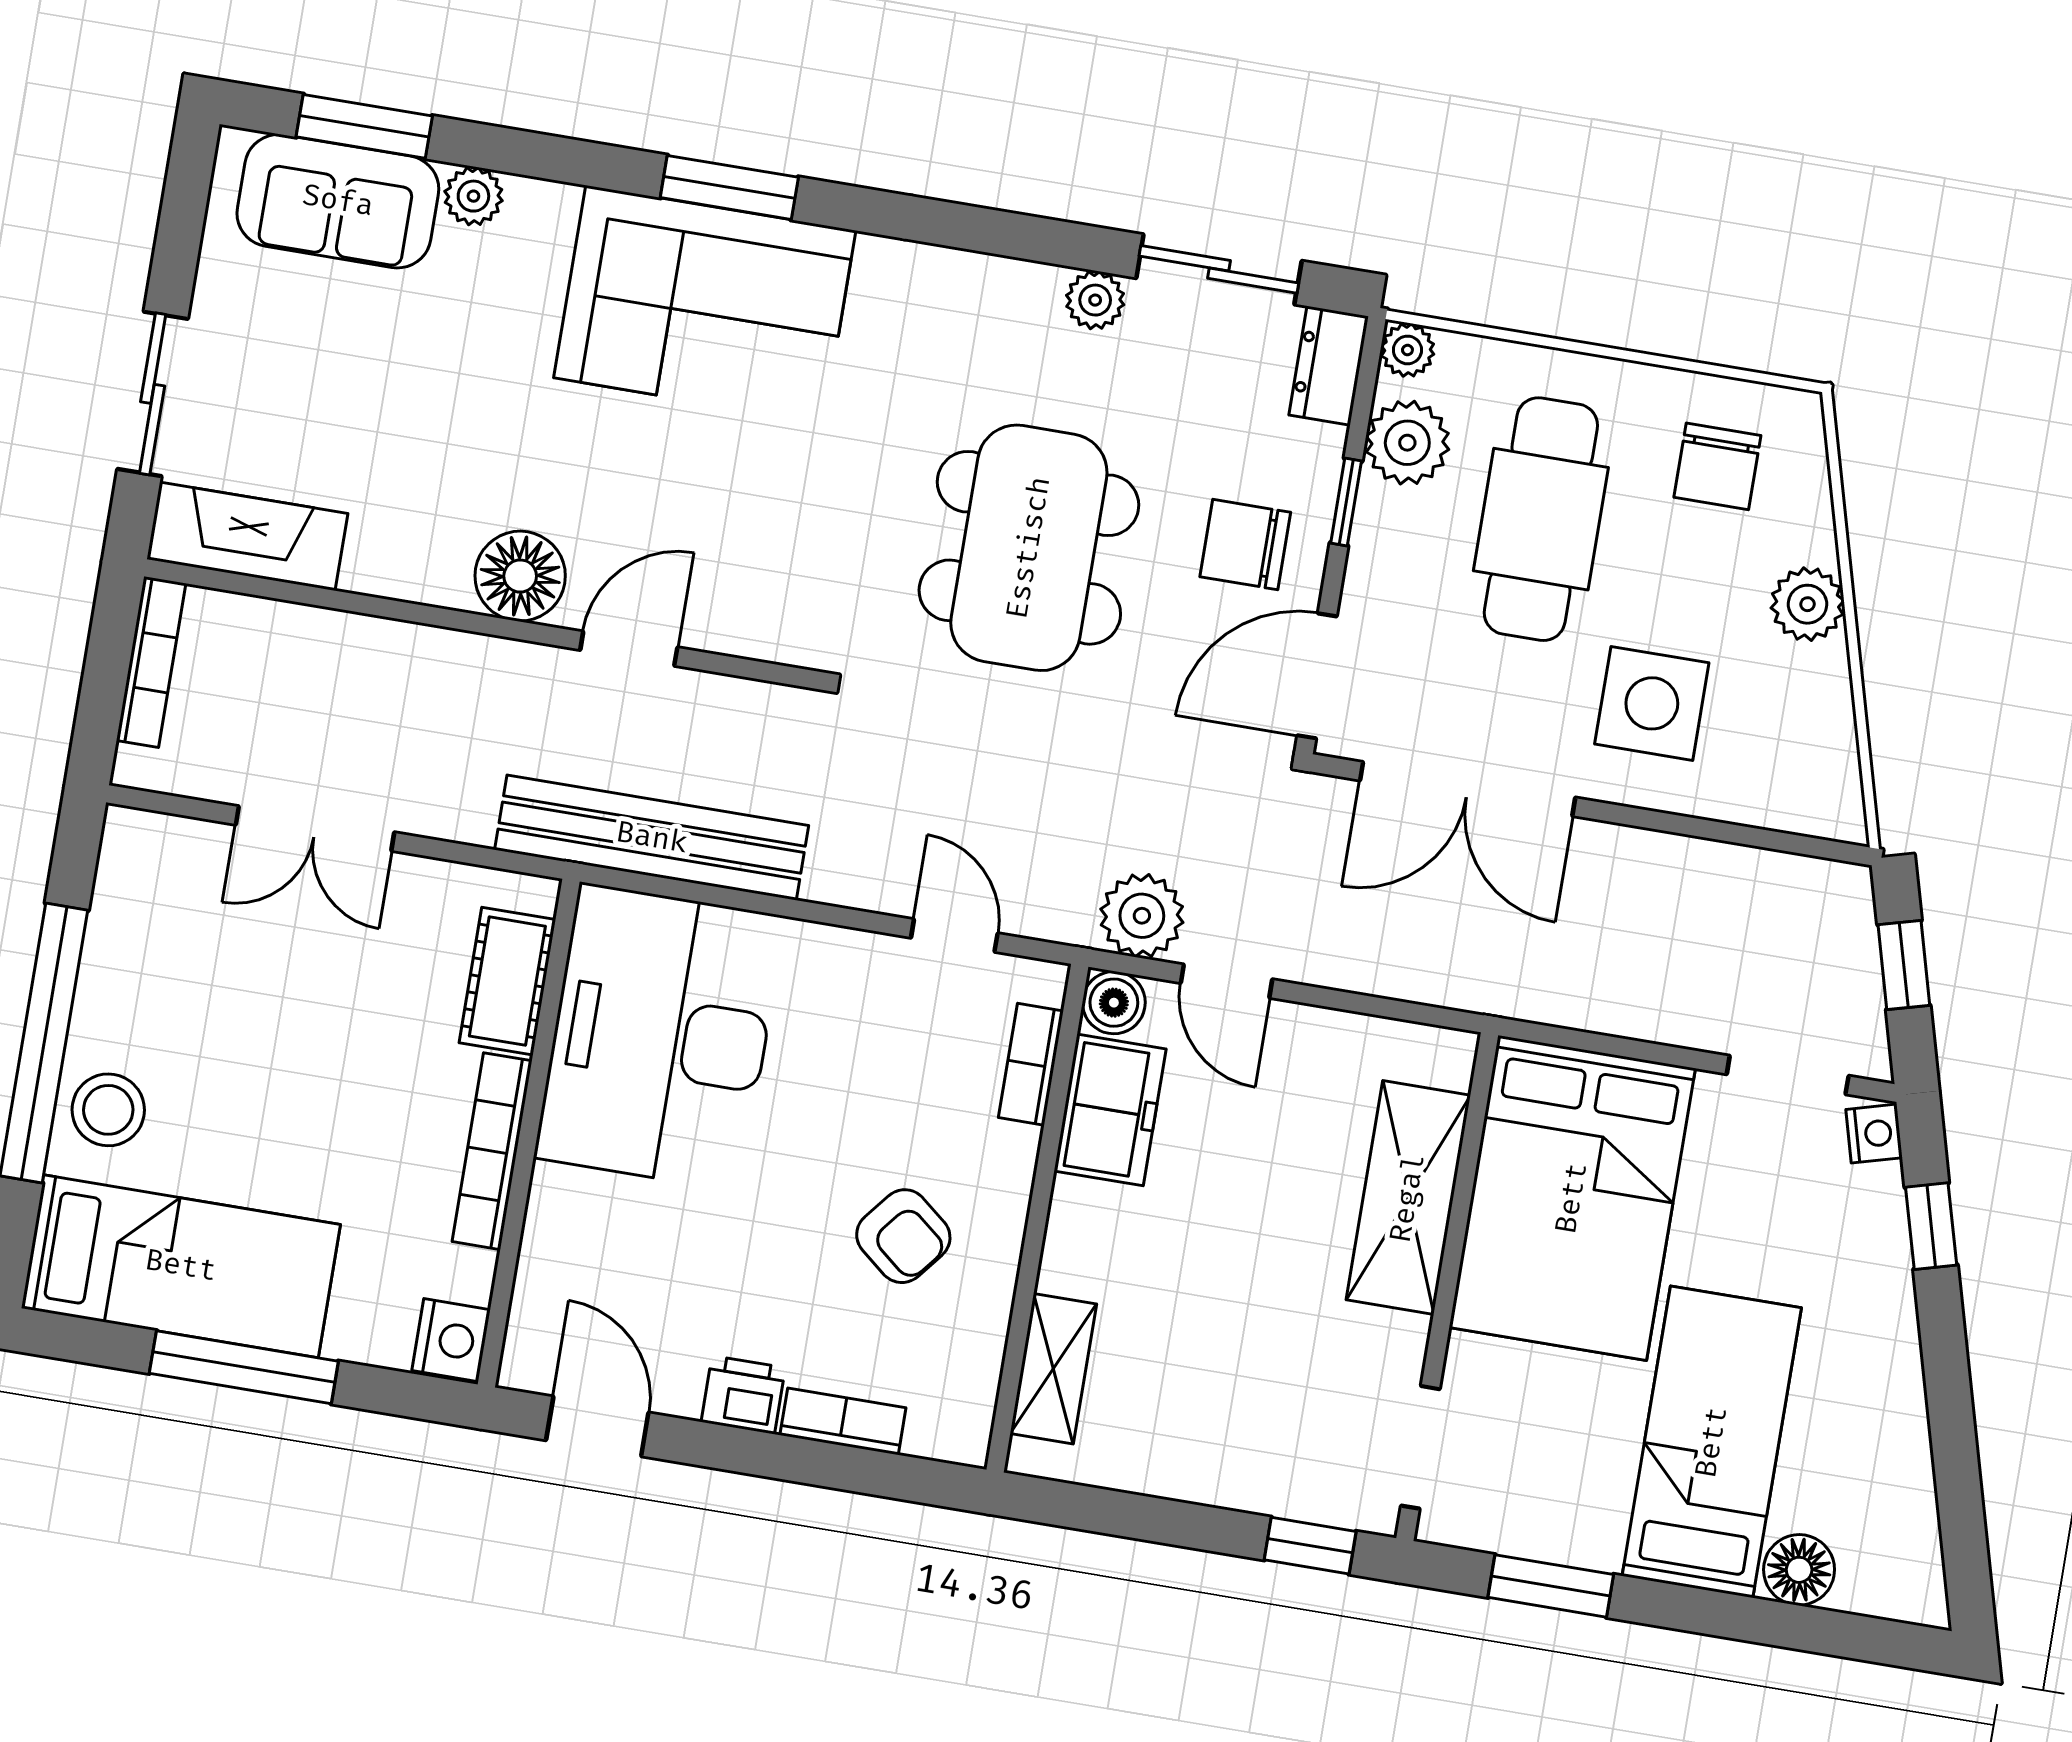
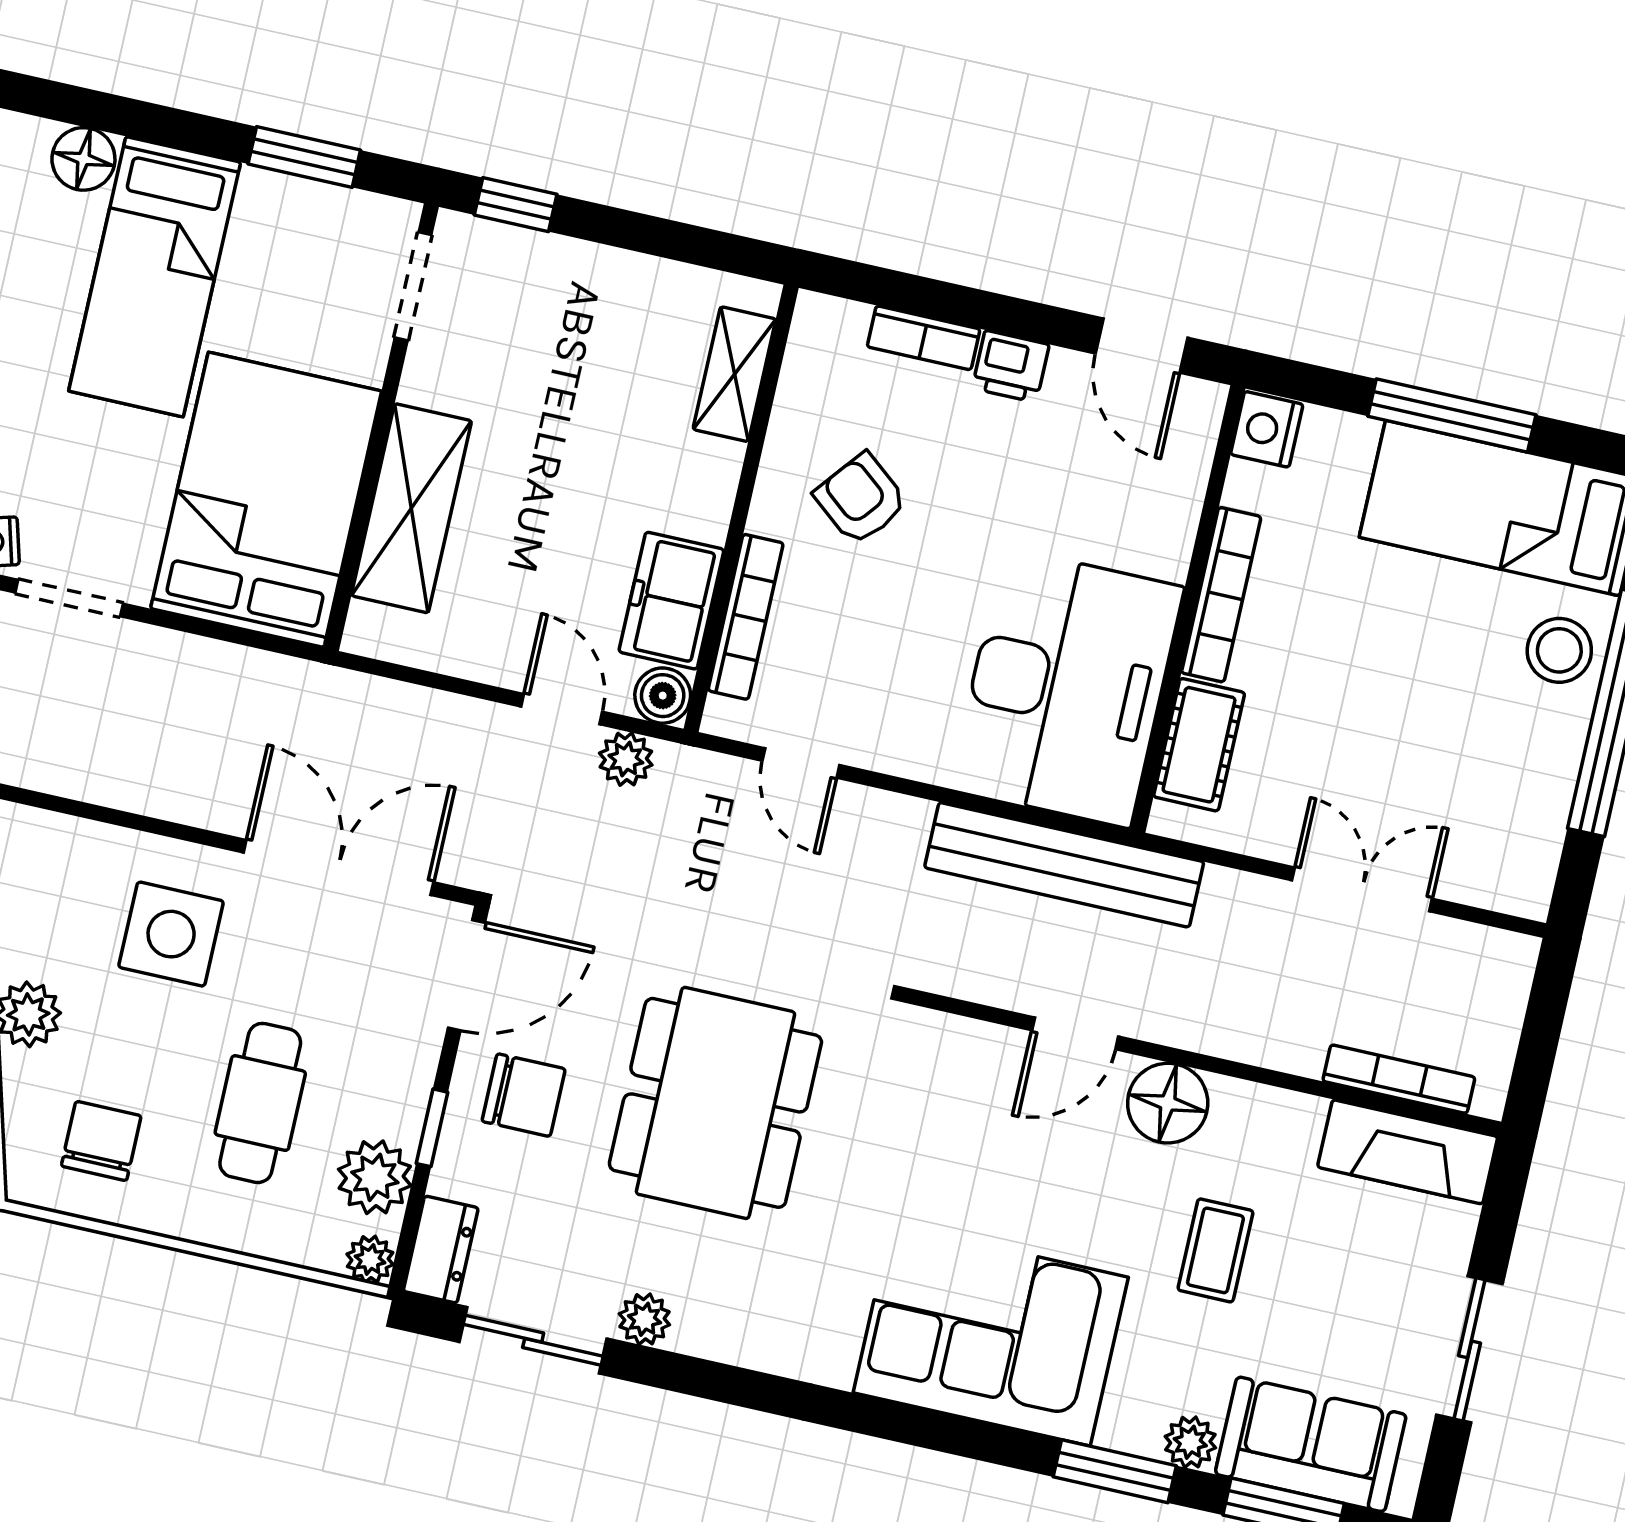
window: (729, 187) -> (1115, 1471), moved
sliding door: (153, 394) -> (1469, 1349), moved
coffee table: (457, 413) -> (1215, 1250), added
cafe table: (1541, 519) -> (260, 1103), width x0.73, depth x0.74
bookcase: (151, 662) -> (1399, 1079), moved, turned 90
plant: (1142, 916) -> (626, 759), width x0.73, depth x0.73
bookcase: (1031, 1064) -> (746, 617), width x1.56

